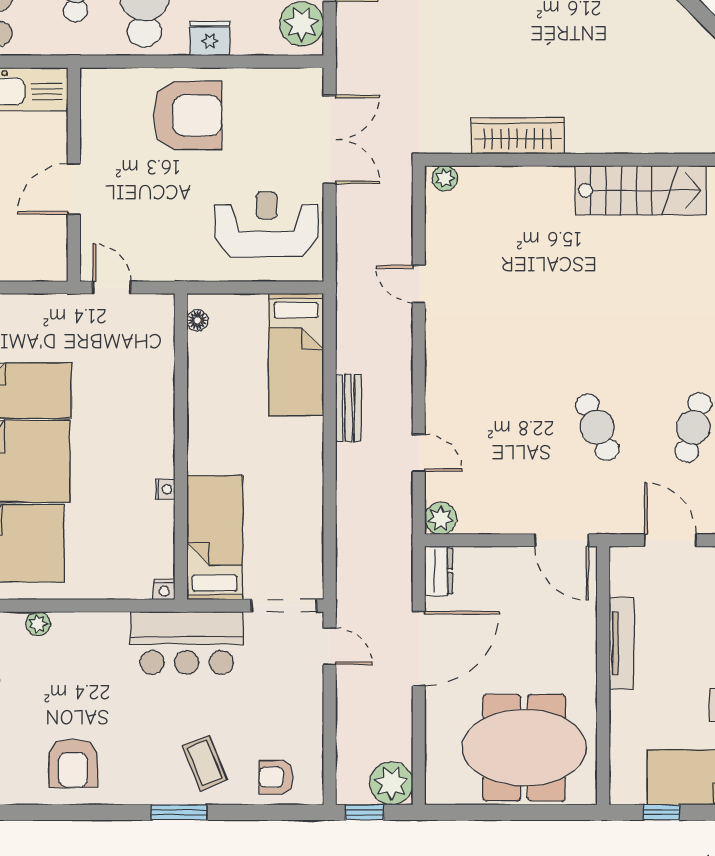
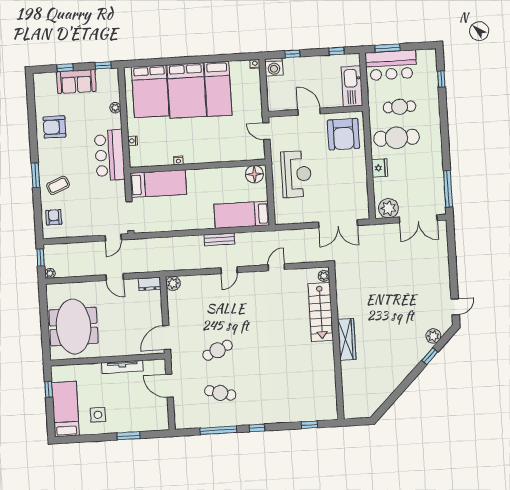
armchair: (188, 115) -> (343, 134), moved
wardrobe: (517, 136) -> (347, 339), moved
stairs: (641, 190) -> (321, 312), moved
reception desk: (266, 224) -> (296, 174), moved
door: (112, 288) -> (266, 131), swing flipped
floor lamp: (197, 320) -> (254, 174), width x1.89, depth x1.89
door: (419, 453) -> (229, 270), moved
door: (670, 540) -> (169, 386), swing flipped
nightstand: (164, 590) -> (133, 141), moved
bar counter: (187, 643) -> (110, 155), moved
door: (419, 649) -> (115, 277), width x0.53
plant: (391, 783) -> (50, 273), width x0.53, depth x0.53

